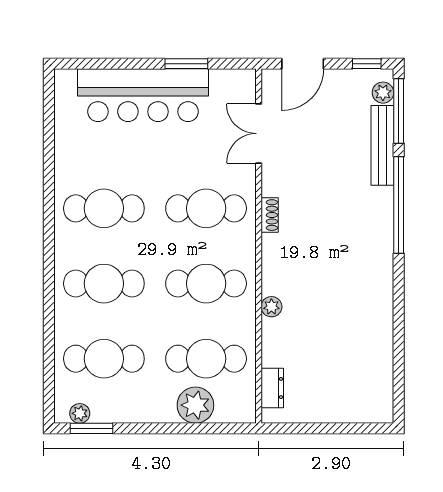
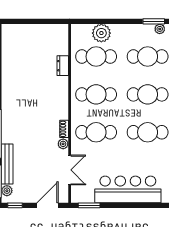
window: (186, 64) -> (89, 205), moved
plant: (271, 307) -> (63, 144), moved
dresser: (272, 388) -> (63, 66), moved

